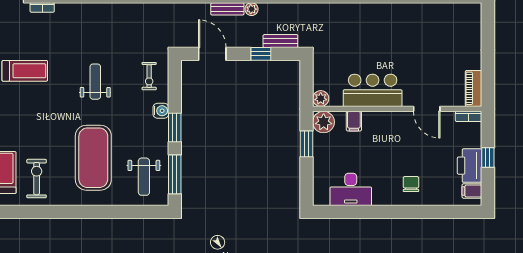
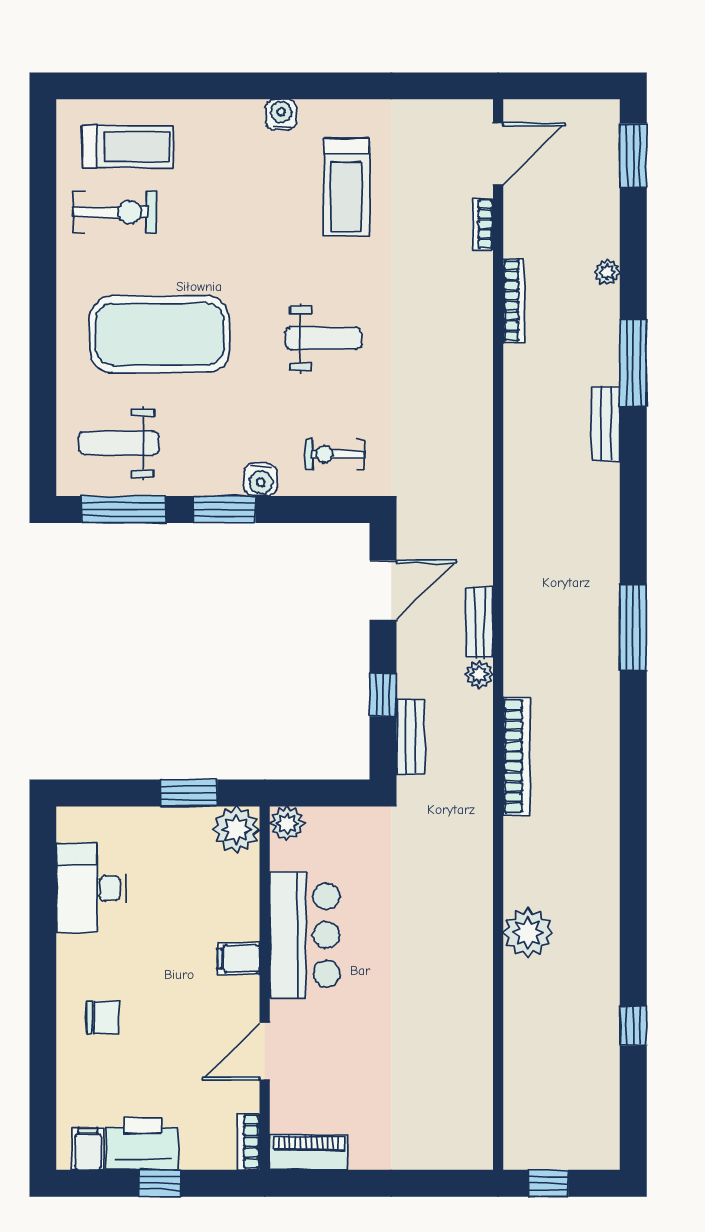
filing cabinet: (354, 121) -> (238, 959), moved

